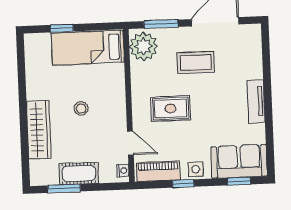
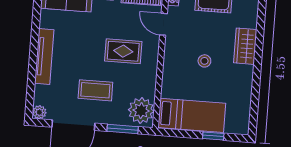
plant: (254, 31) -> (39, 112), added
tv unit: (256, 101) -> (44, 57), width x1.41
wardrobe: (39, 130) -> (245, 46), width x0.67

